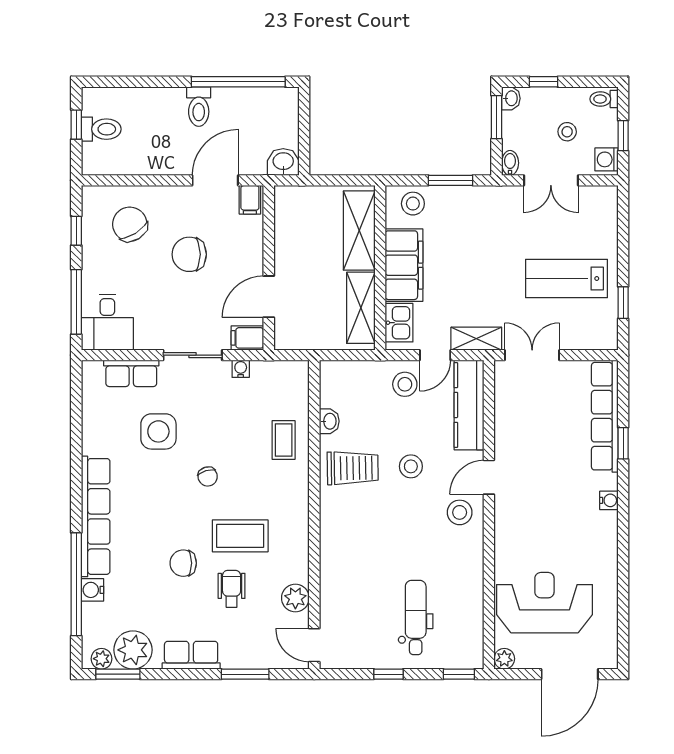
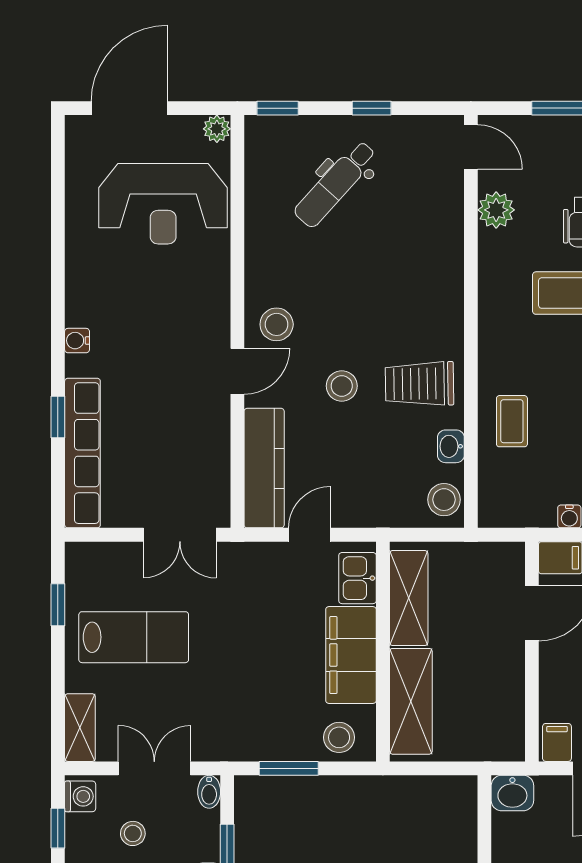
shelving: (476, 339) -> (80, 728), moved, turned 90
stool: (405, 384) -> (444, 500), moved
dental chair: (416, 617) -> (335, 184), turned 42

